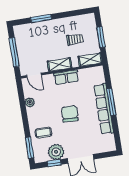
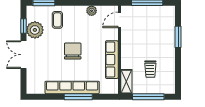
window: (101, 37) -> (148, 97), width x1.44
shelving: (60, 65) -> (126, 49), removed
row of seats: (66, 77) -> (112, 60), width x1.48
chair: (70, 114) -> (73, 51), turned -92

